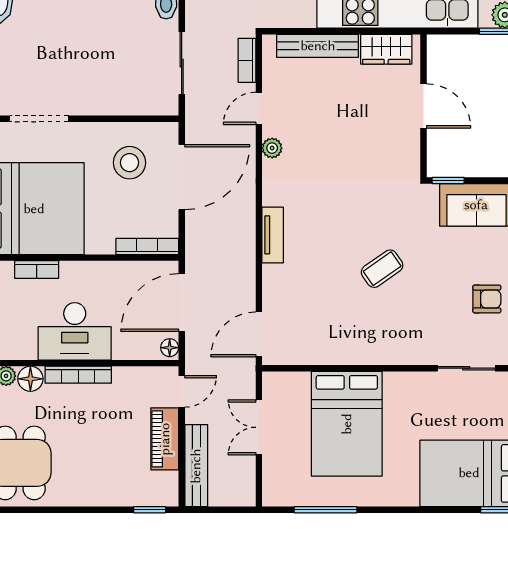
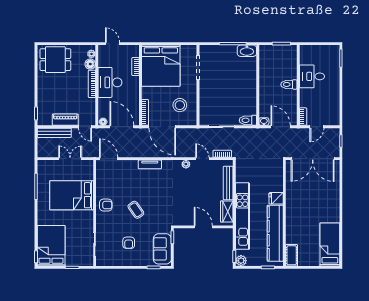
door: (423, 106) -> (203, 227), swing flipped
door: (182, 177) -> (162, 127), moved
armchair: (487, 299) -> (129, 243), moved
armchair: (371, 341) -> (106, 205), added

